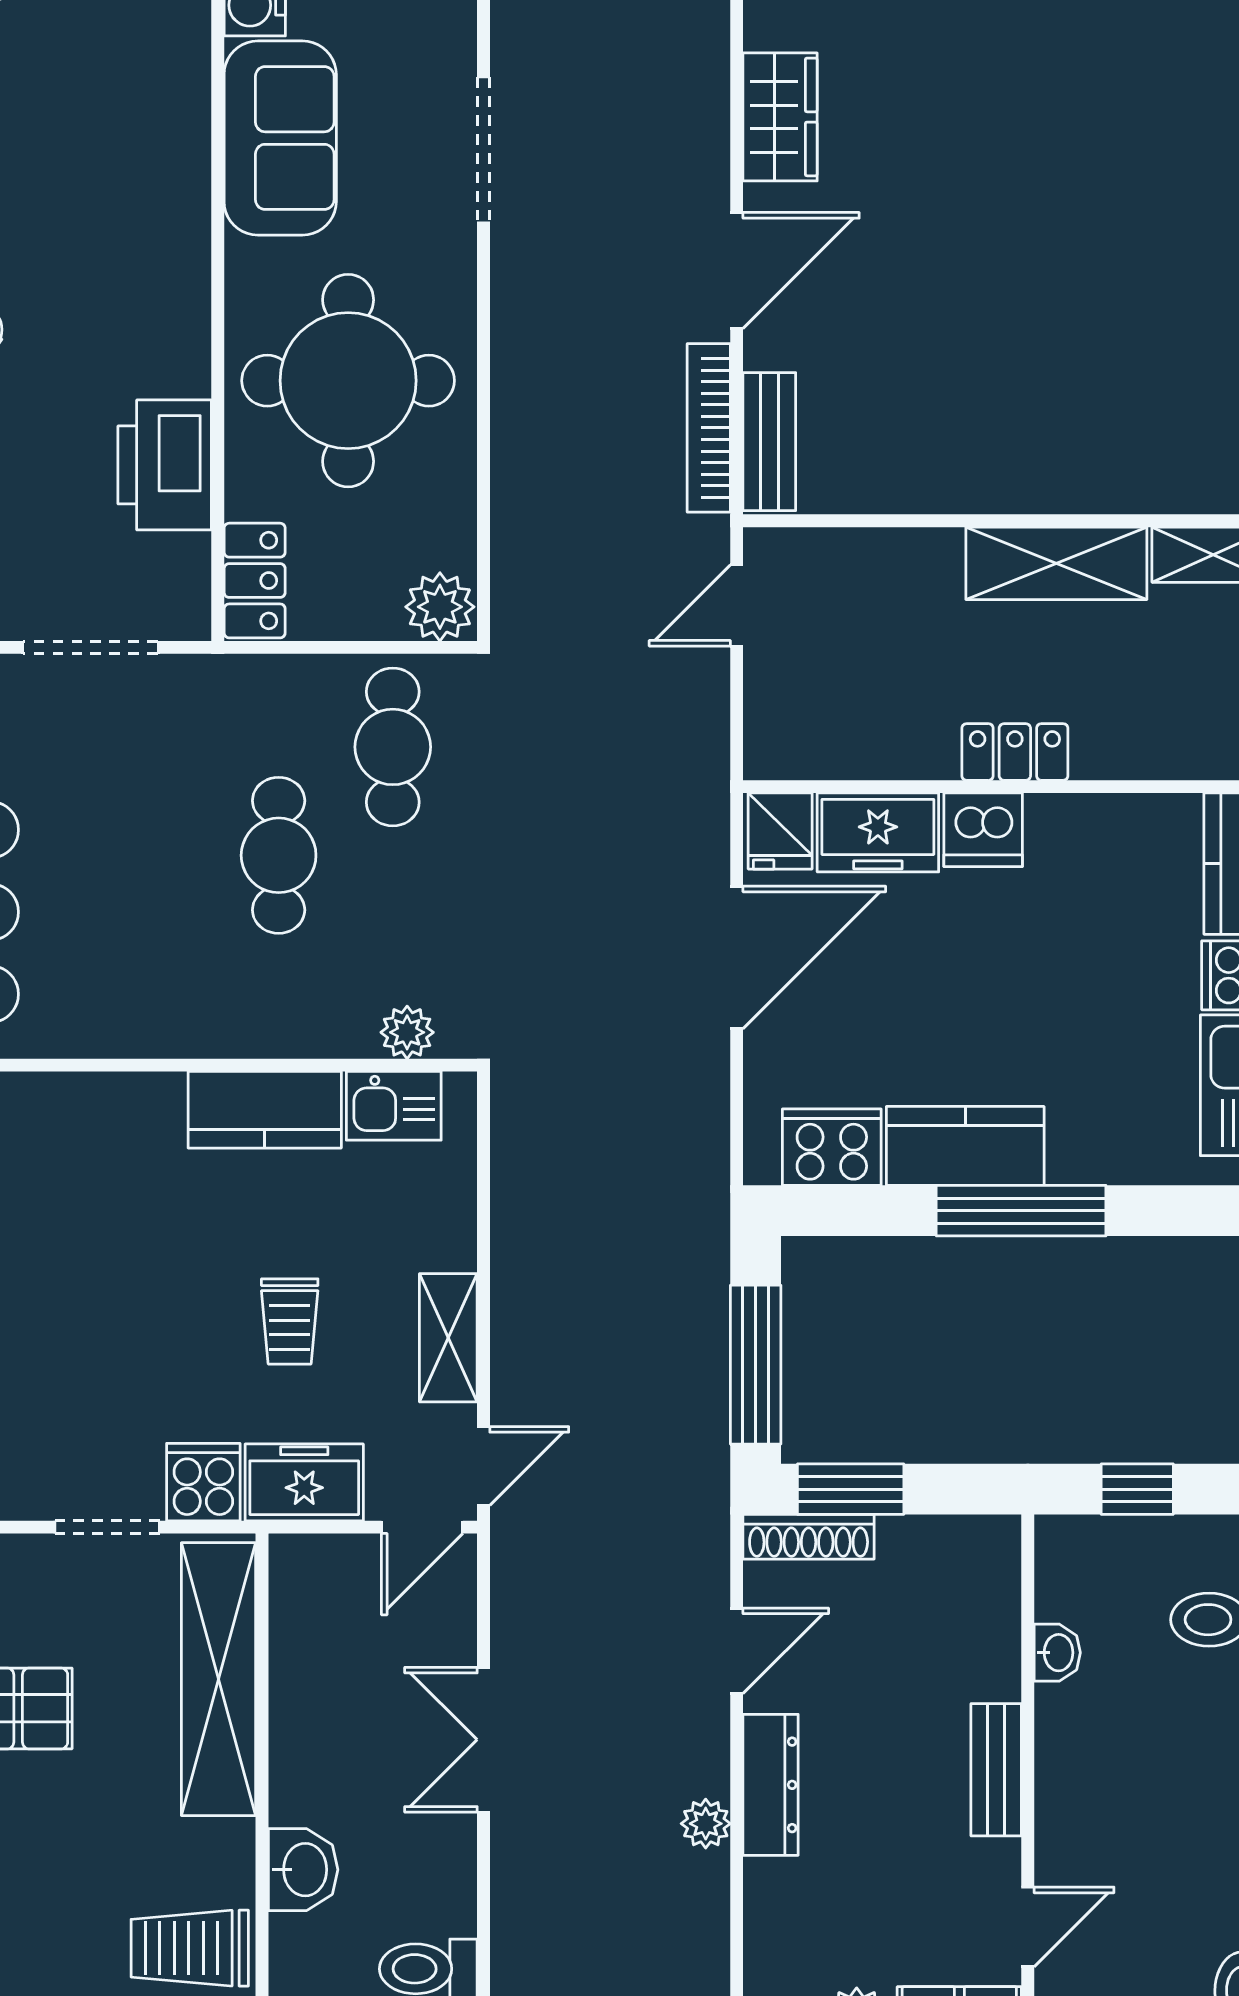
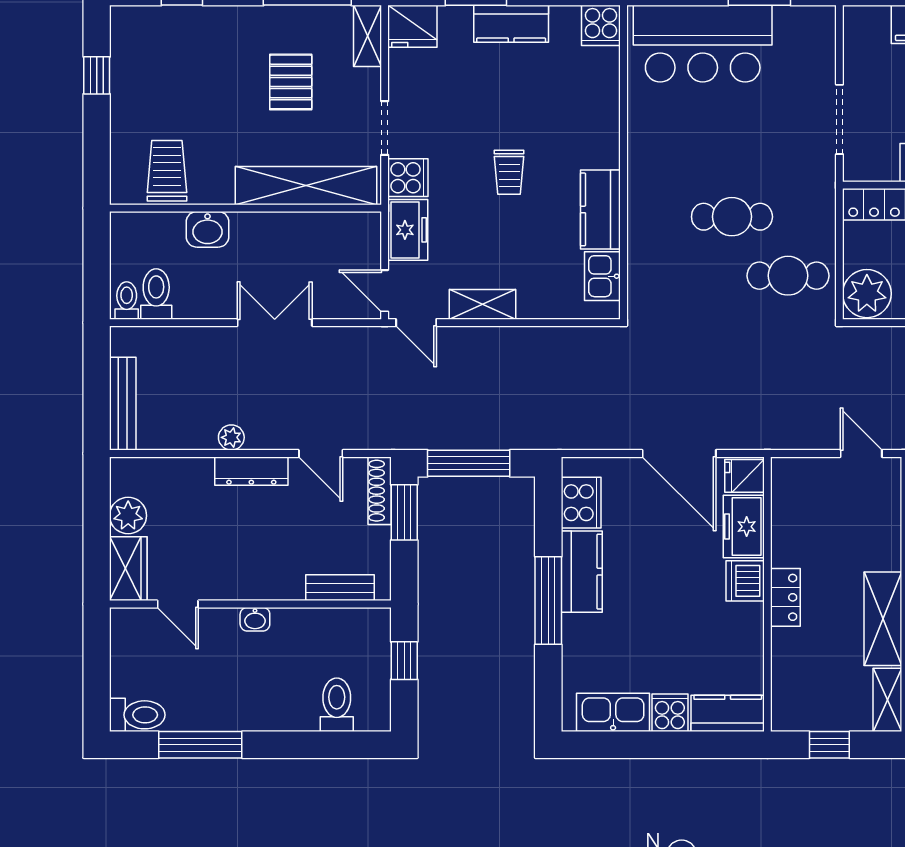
plant: (440, 607) -> (867, 294), width x1.36, depth x1.36
plant: (407, 1032) -> (640, 283), removed
trolley: (290, 1321) -> (509, 172), moved, turned -90
washbasin: (1057, 1653) -> (255, 619), moved
bench: (996, 1770) -> (340, 588), moved

